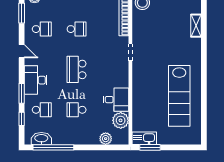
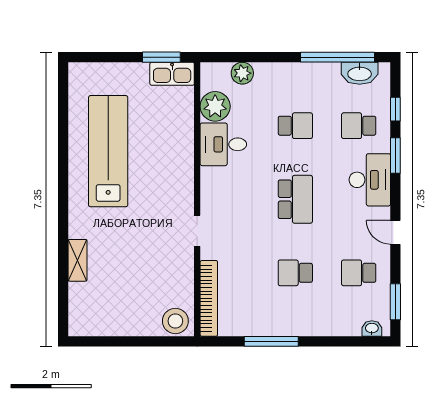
shelving: (196, 26) -> (78, 260), moved

